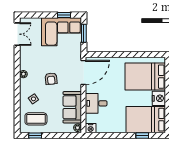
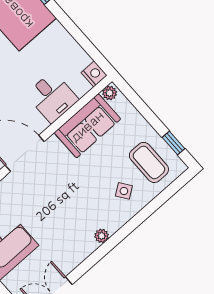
armchair: (51, 79) -> (74, 191), removed

